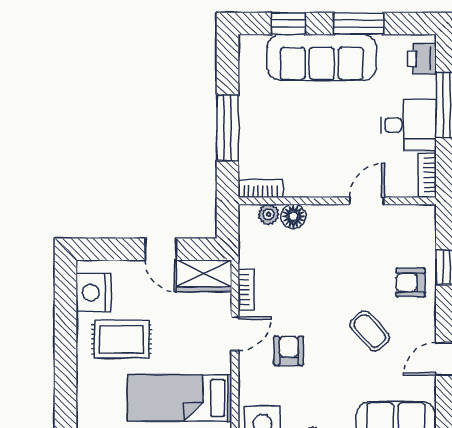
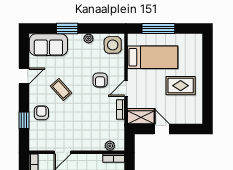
floor lamp: (293, 216) -> (98, 145), removed
armchair: (411, 283) -> (41, 113), turned -90
nightstand: (94, 292) -> (194, 108), removed

